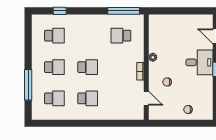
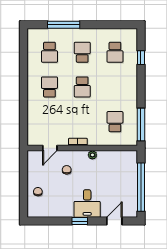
window: (184, 11) -> (141, 187), added
school desk: (54, 67) -> (82, 52), turned 180
school desk: (88, 98) -> (49, 87), turned 180

